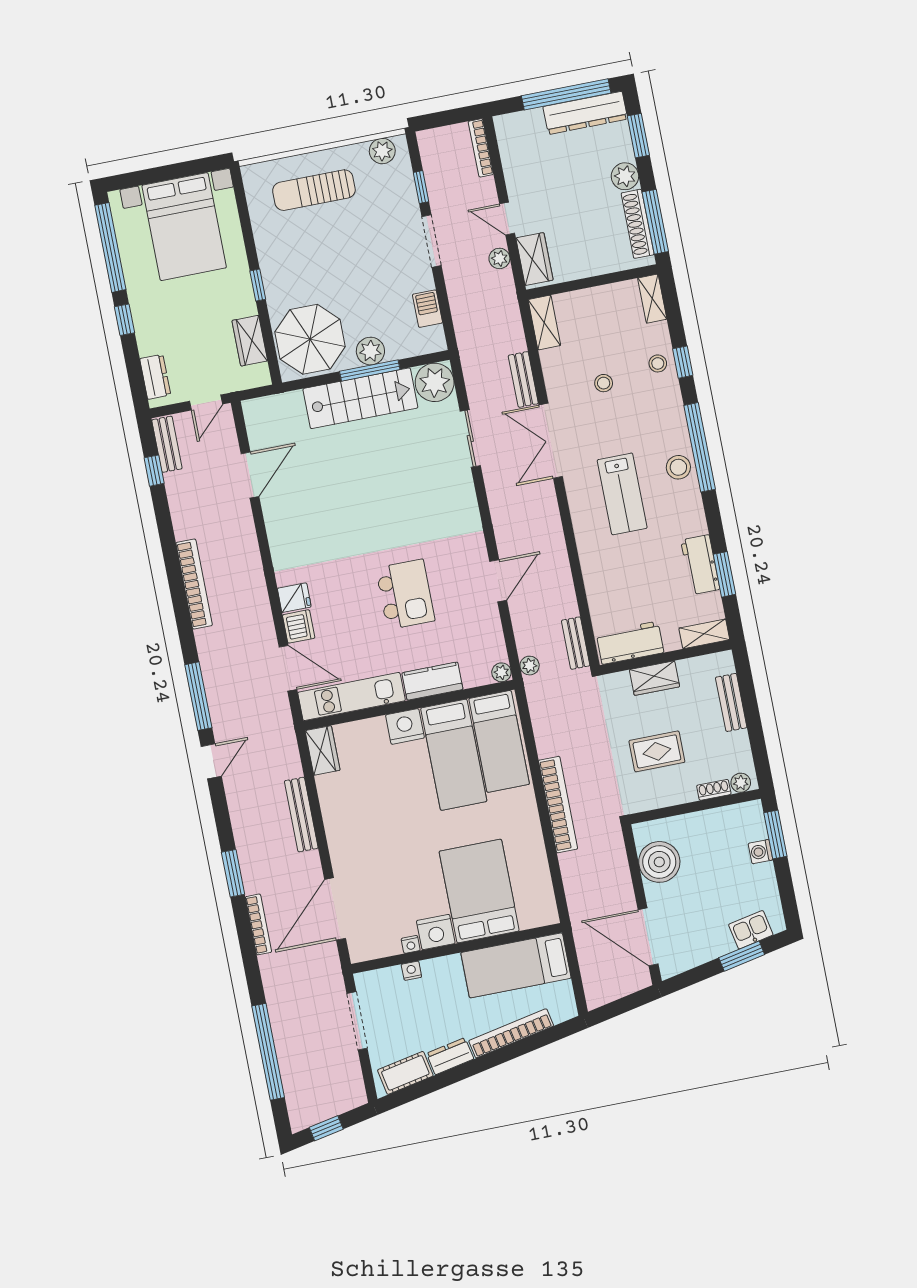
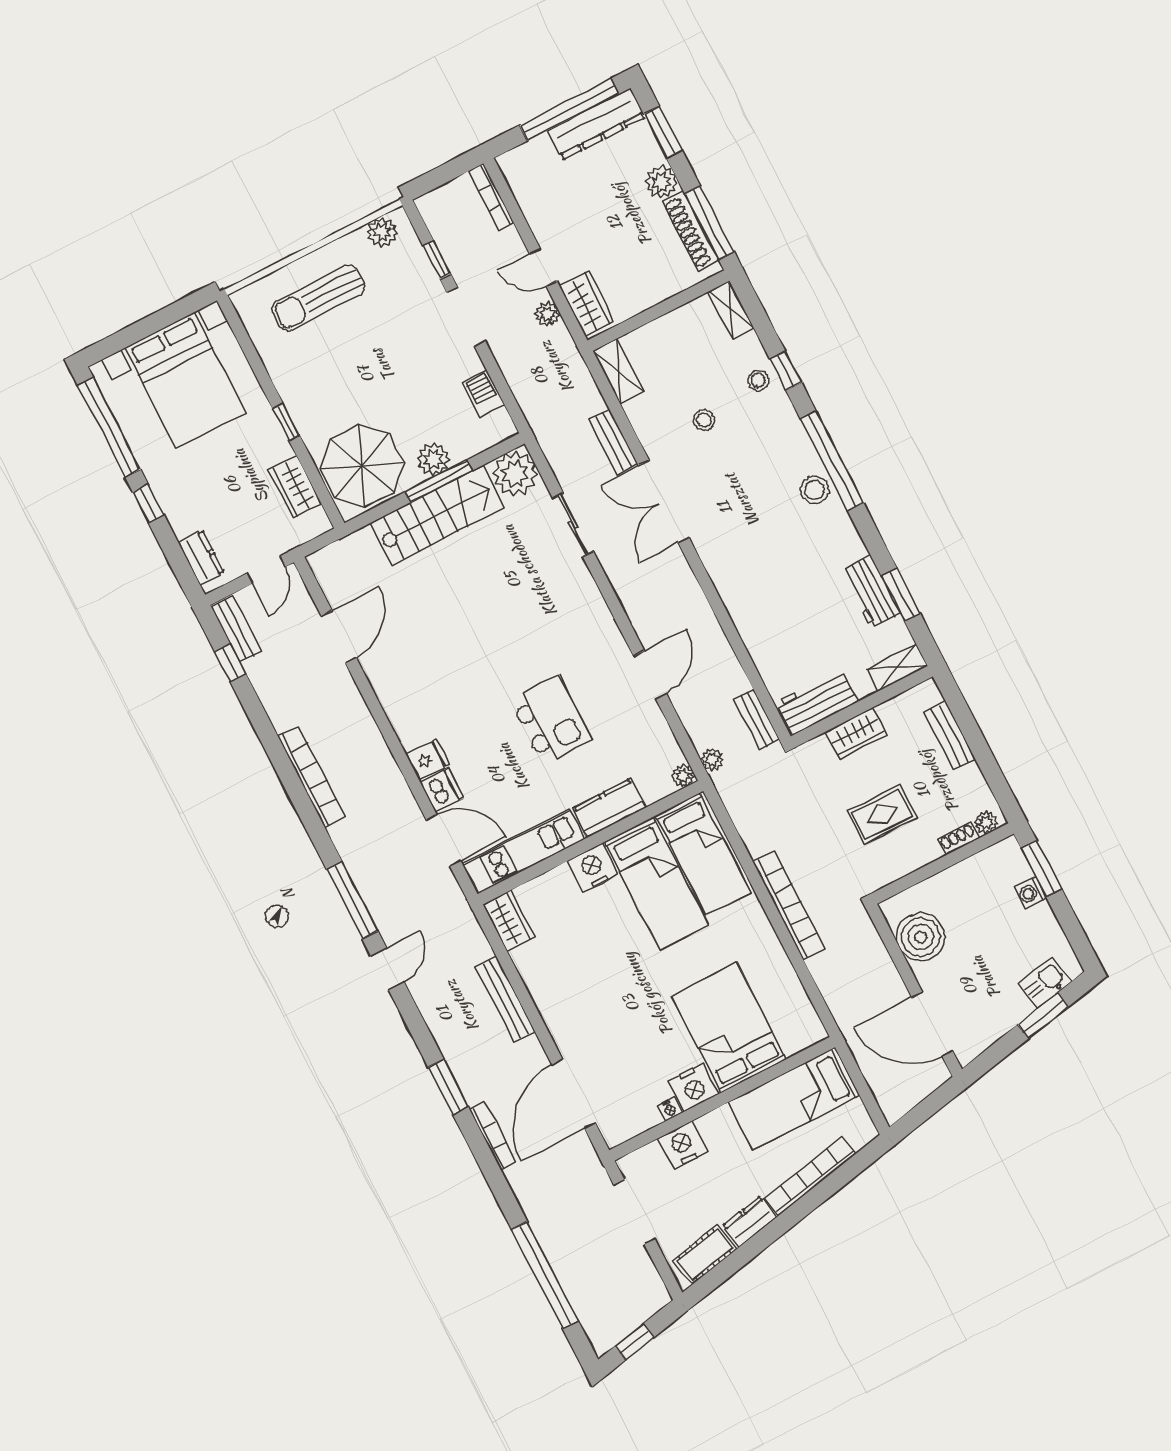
lab bench: (622, 494) -> (761, 538), removed
nightstand: (411, 971) -> (682, 1145), width x1.89, depth x1.79

